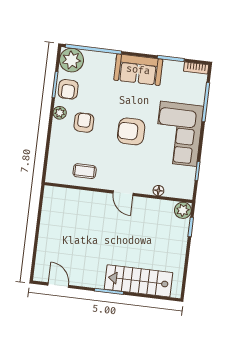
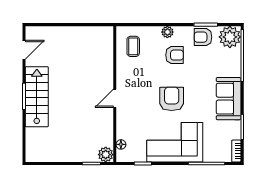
plant: (60, 113) -> (167, 32), moved
coffee table: (85, 171) -> (133, 46), moved
floor lamp: (158, 191) -> (121, 144), moved
stairs: (139, 281) -> (37, 97), moved

